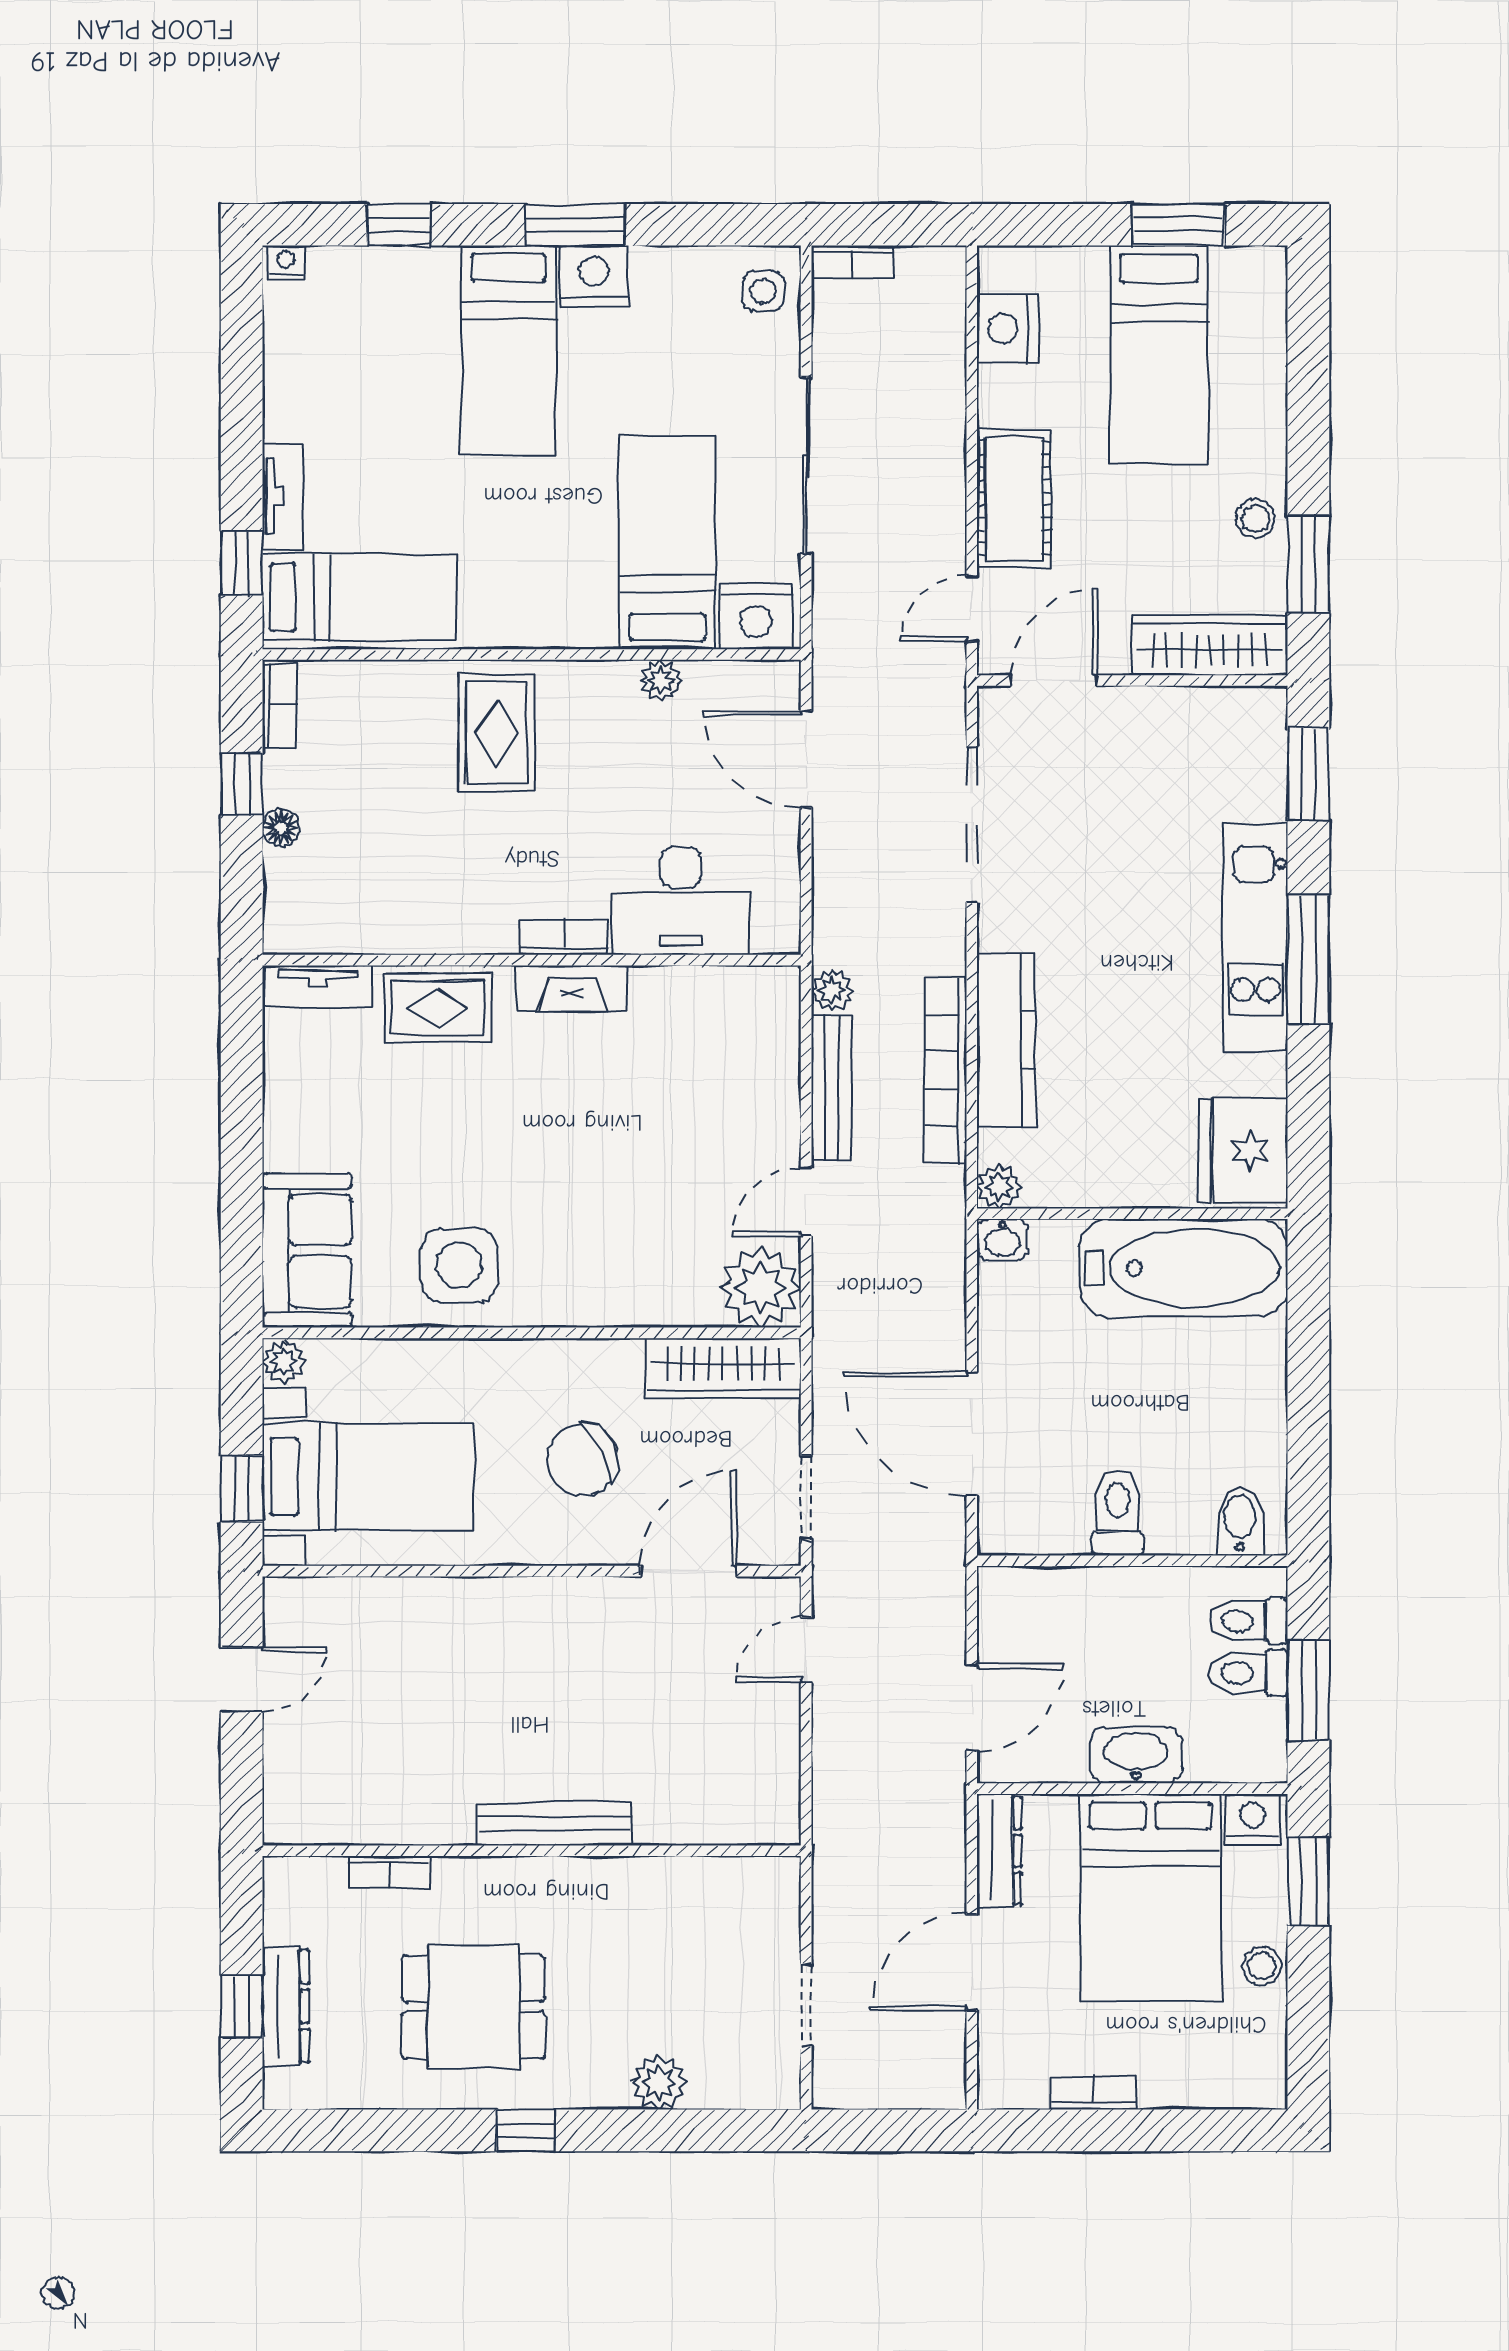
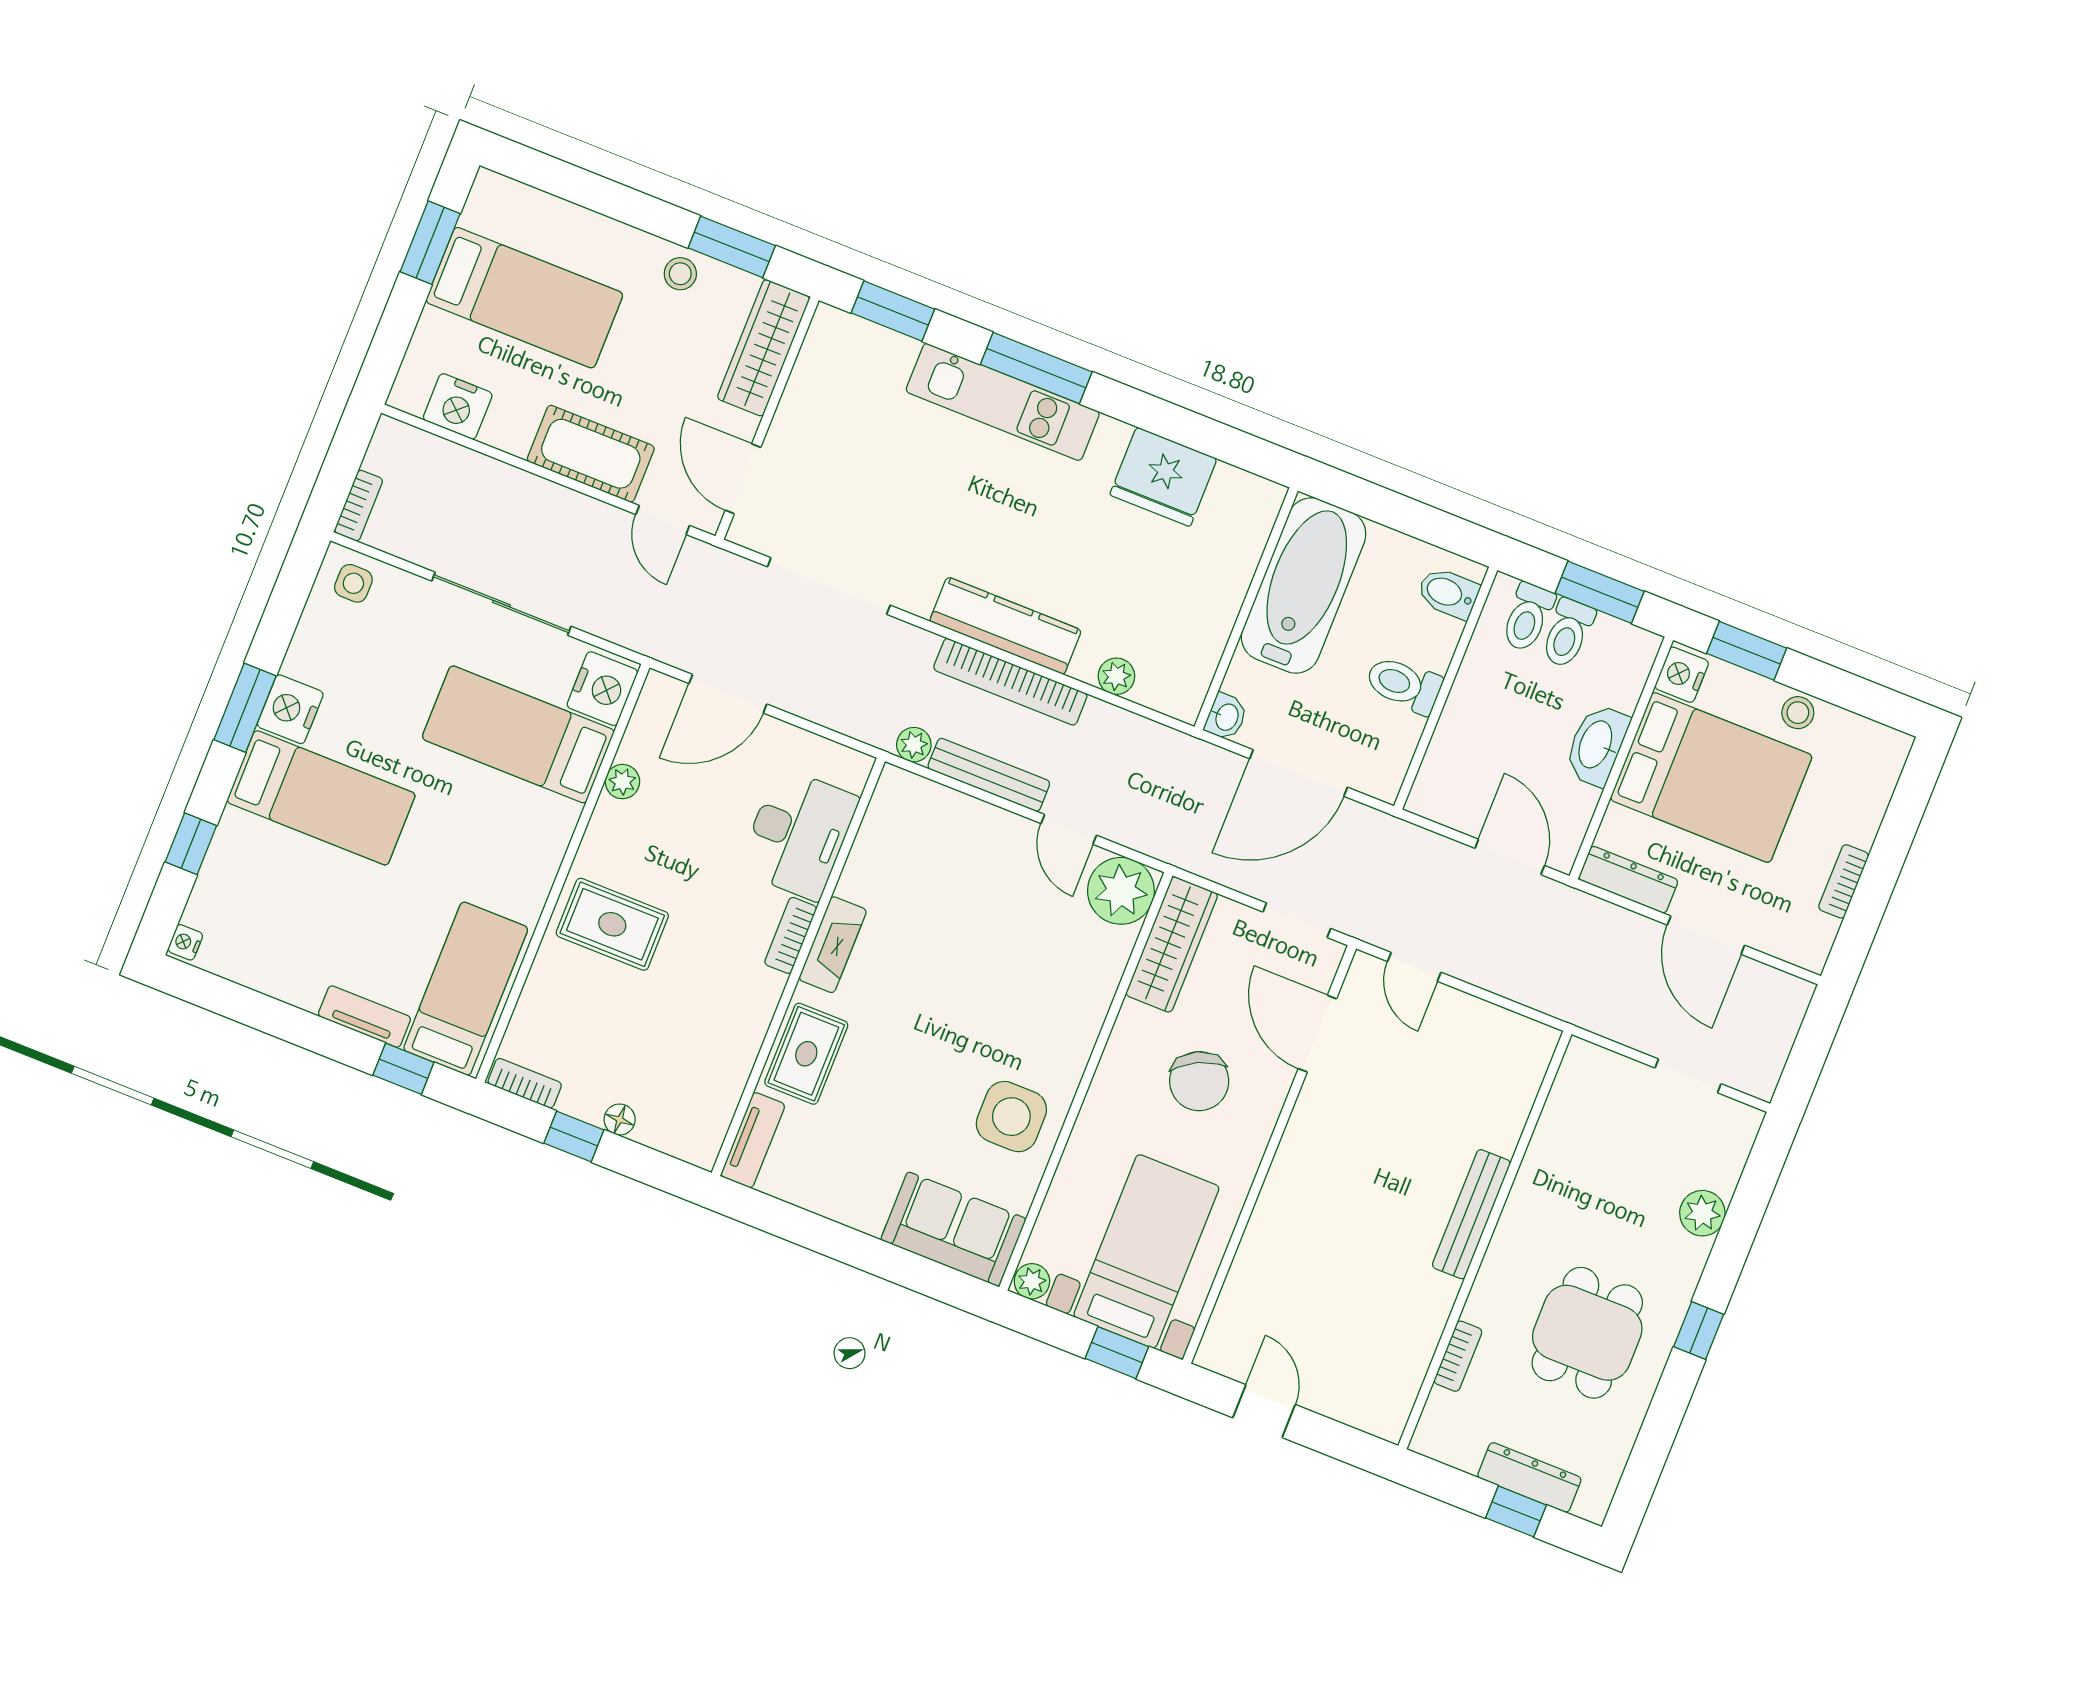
wall: (1132, 1214) -> (1246, 609), moved
washbasin: (1002, 1240) -> (1226, 717), moved
bathtub: (1184, 1268) -> (1304, 585), moved

